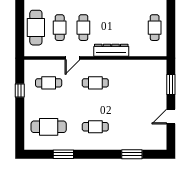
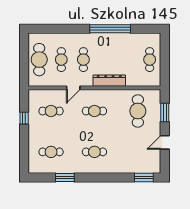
cafe table: (142, 83) -> (138, 111), added
cafe table: (49, 127) -> (51, 152), width x0.73, depth x0.74
window: (132, 154) -> (144, 177), moved

